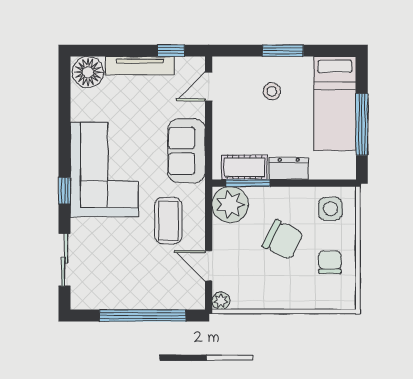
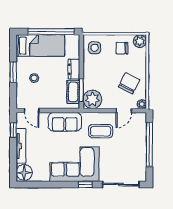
window: (362, 124) -> (51, 32), width x1.46
chair: (283, 240) -> (129, 83), moved
sliding door: (65, 260) -> (121, 185), width x1.37
plant: (343, 297) -> (140, 41), added

